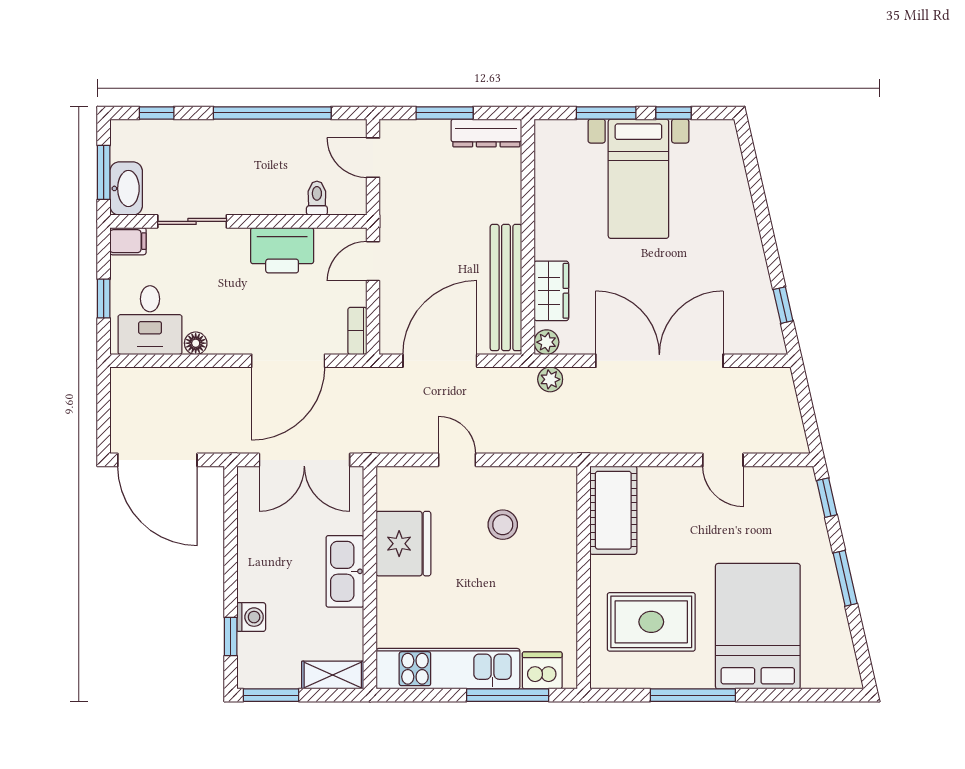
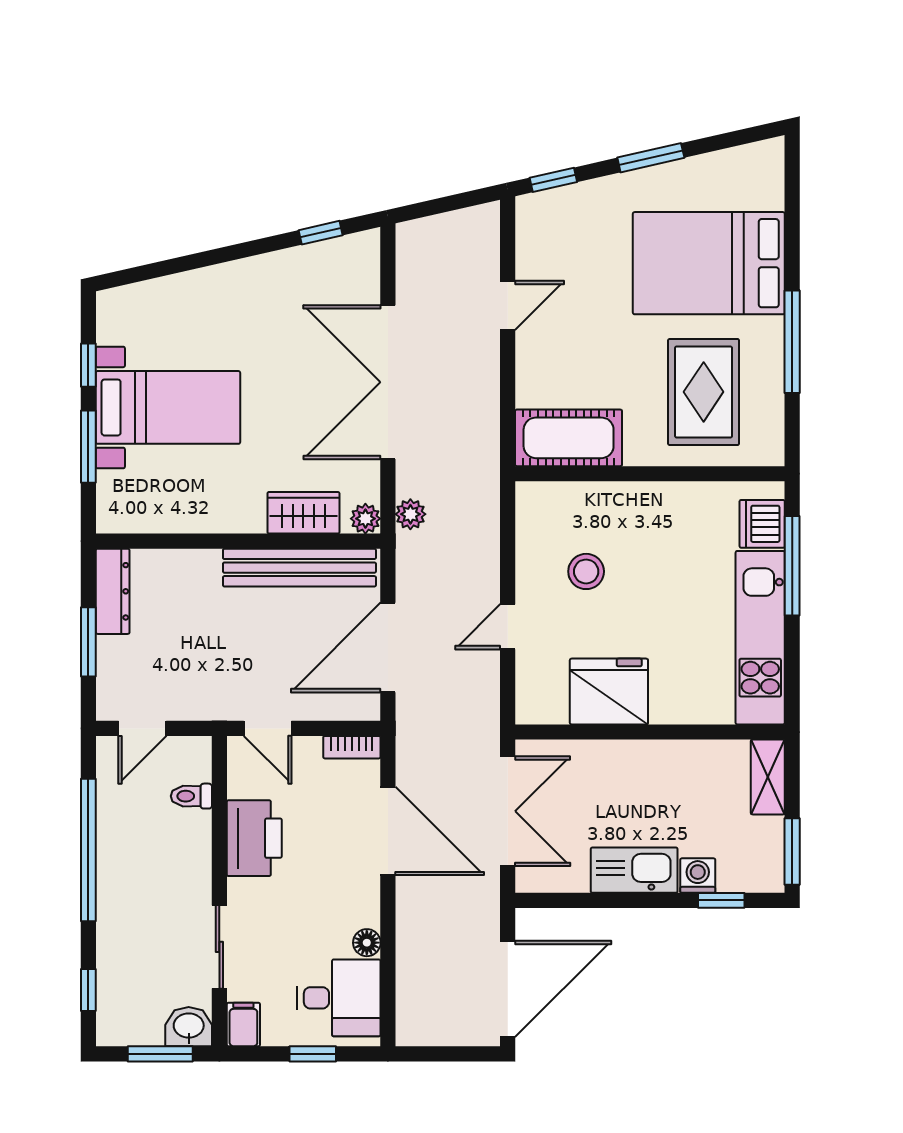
washbasin: (126, 188) -> (189, 1027), width x0.72
door: (440, 361) -> (388, 647), hinge flipped
kitchen sink: (345, 571) -> (634, 870), moved, turned 180

